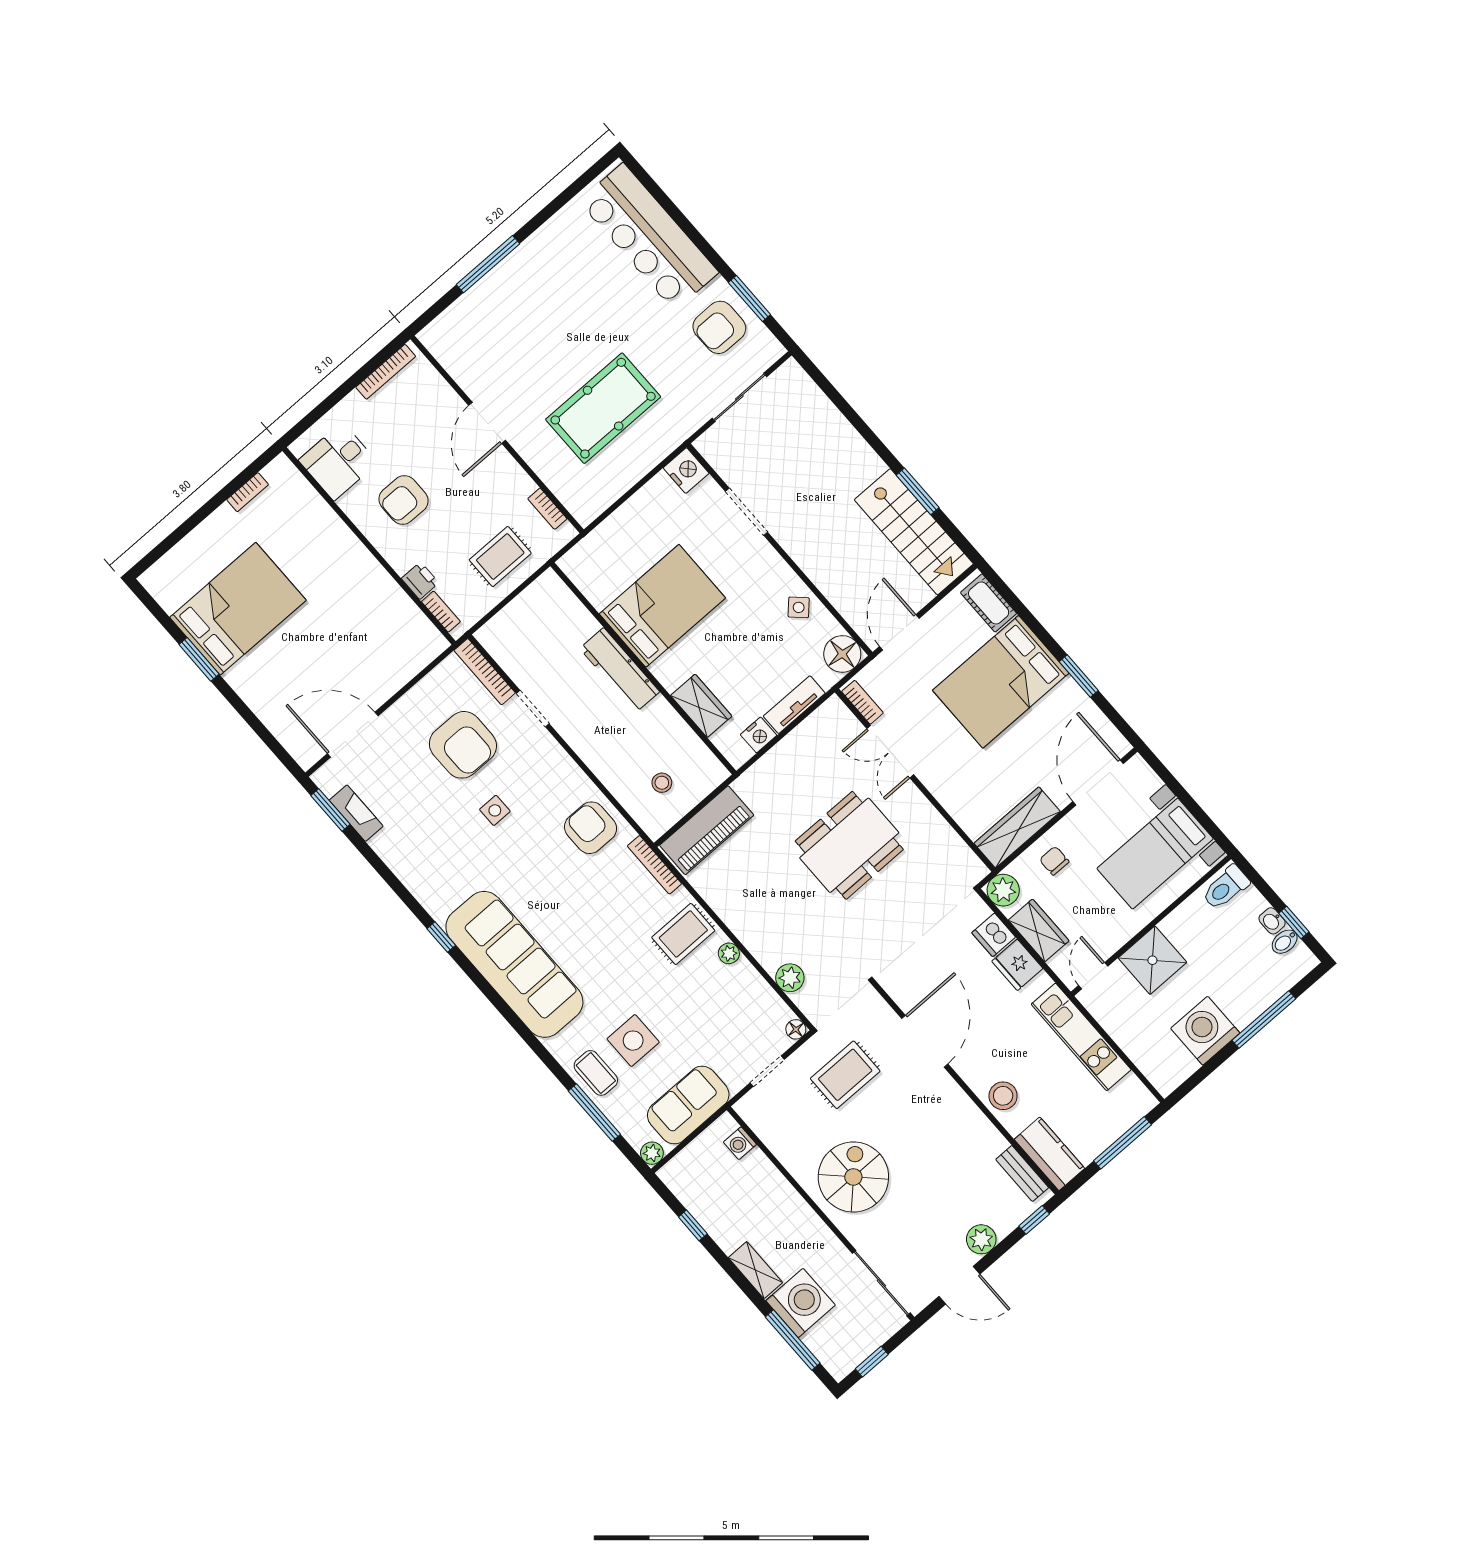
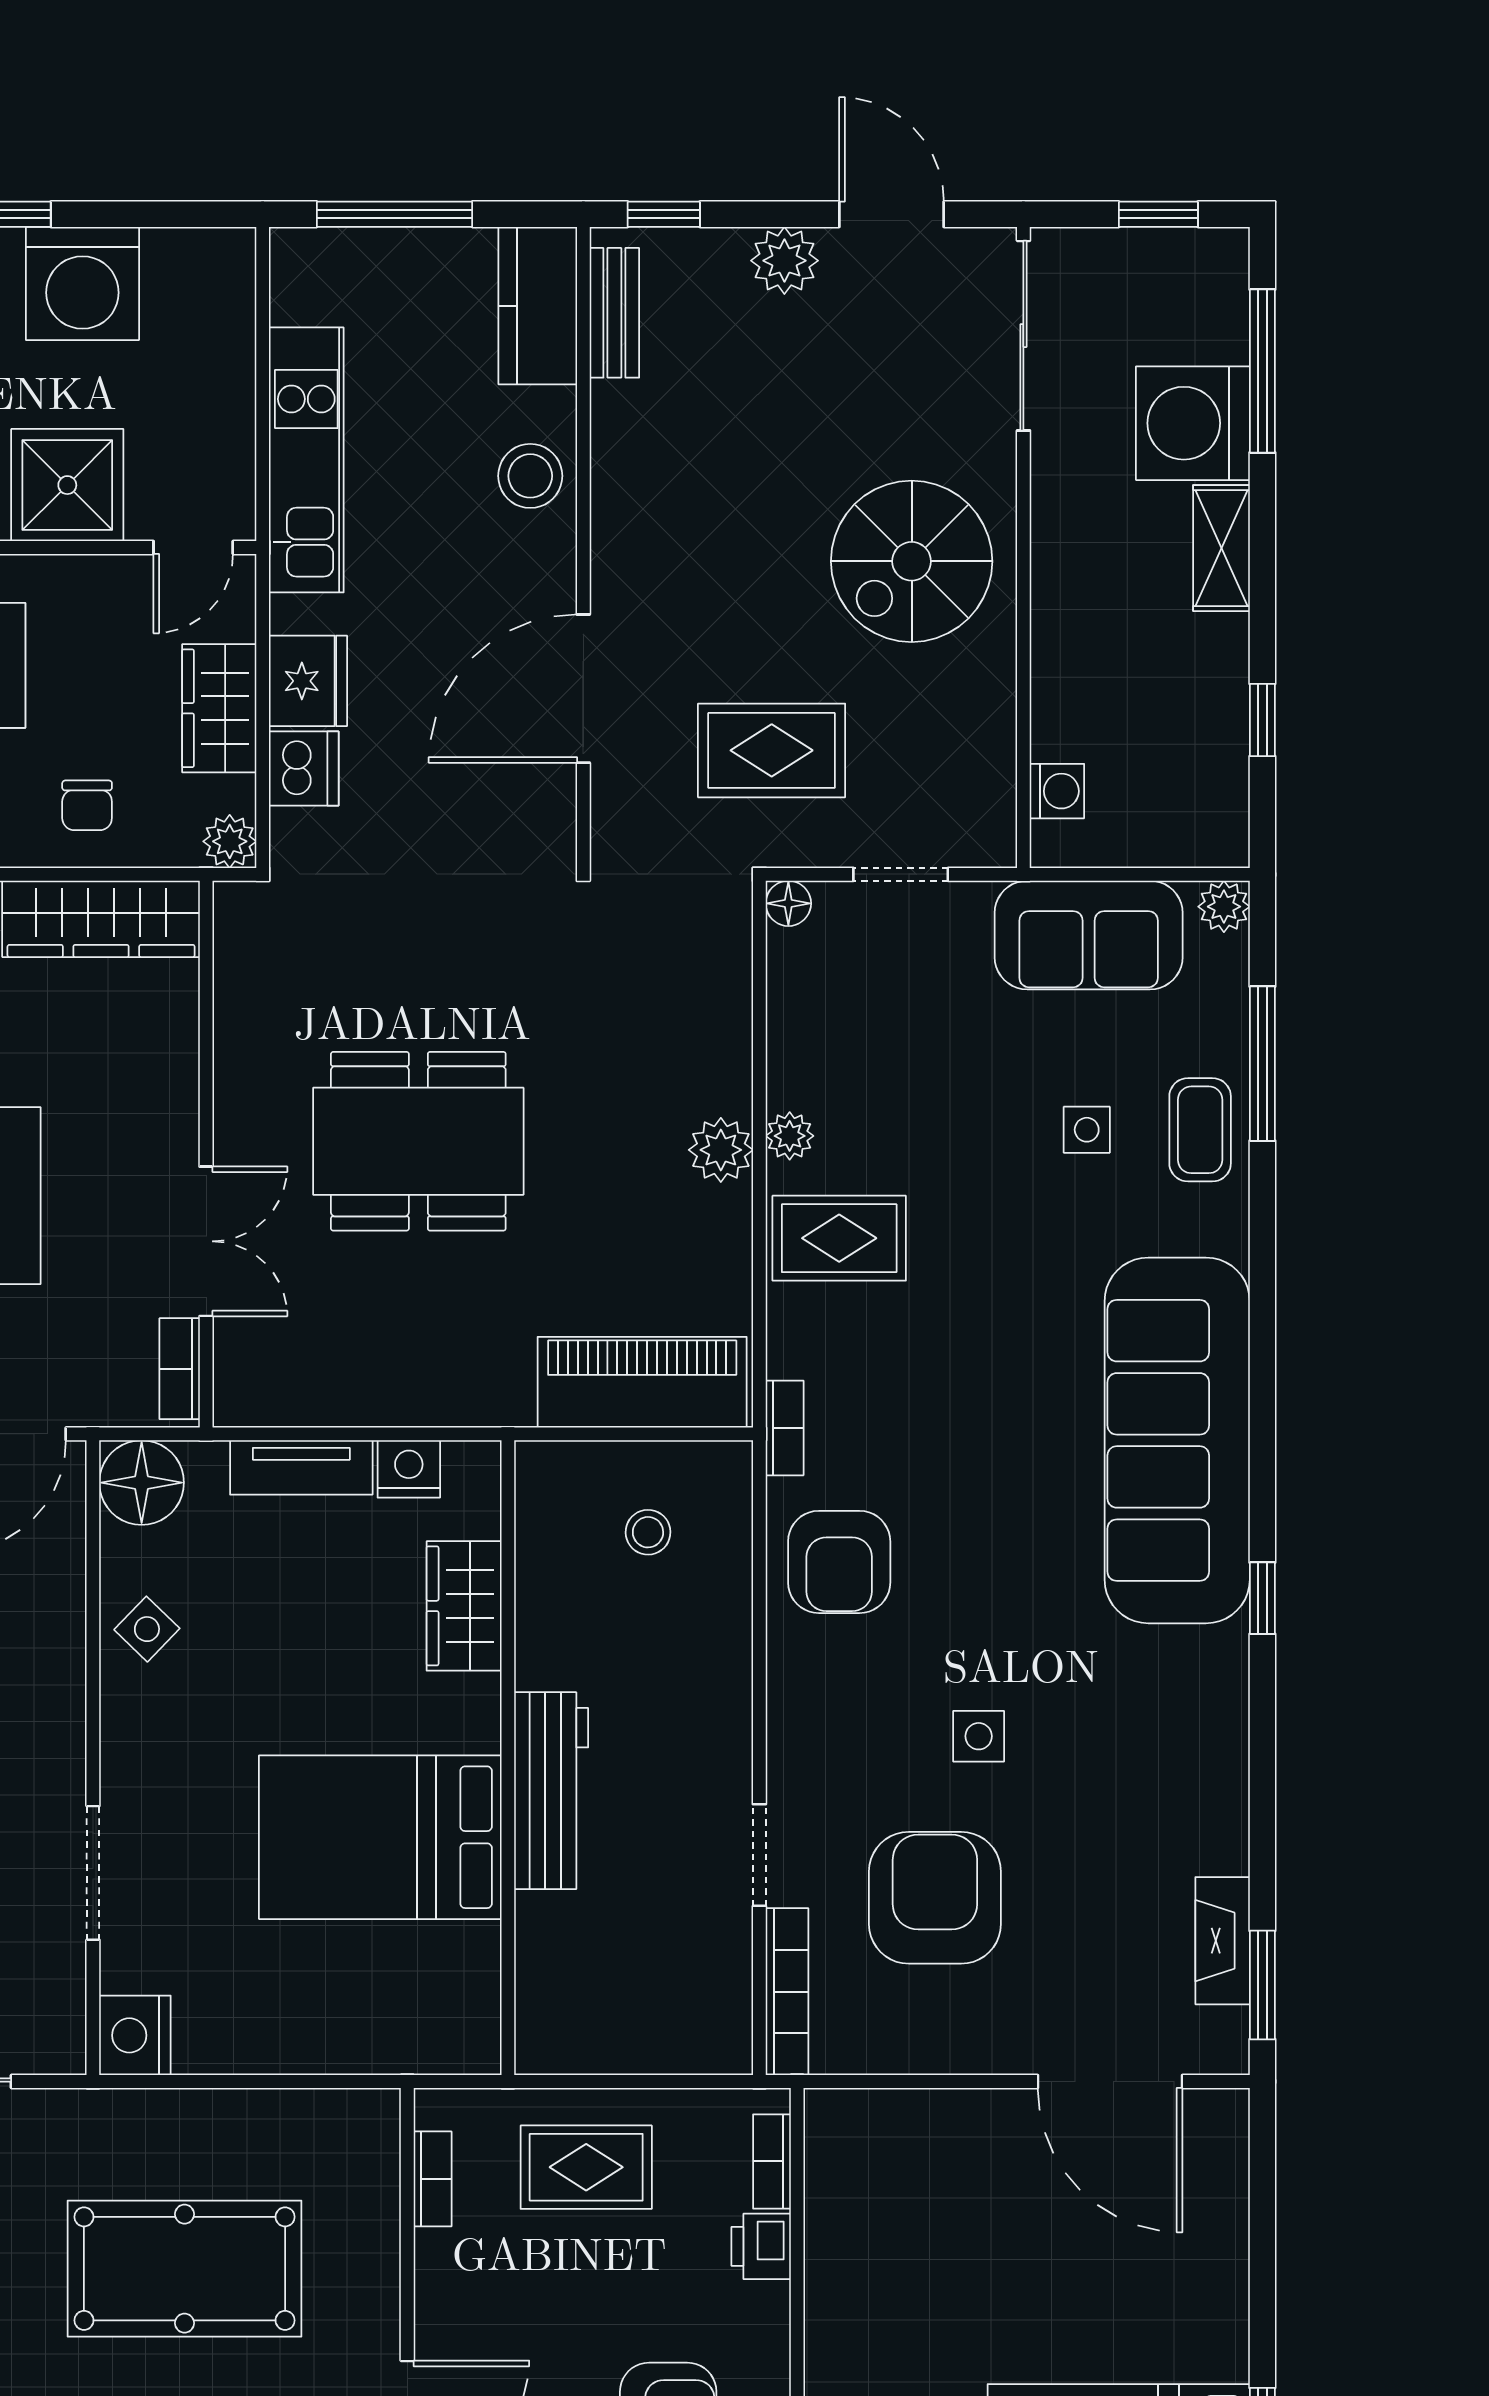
bookcase: (654, 865) -> (785, 1428), width x0.64
plant: (1003, 890) -> (230, 841), width x0.73, depth x0.73
plant: (790, 978) -> (721, 1150), moved
side table: (633, 1041) -> (1087, 1130), width x0.54, depth x0.54

